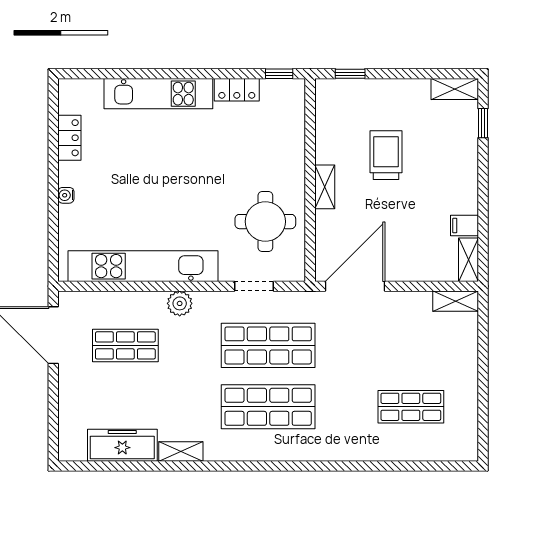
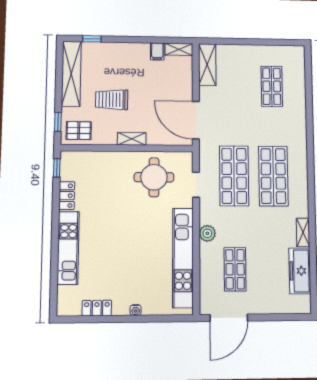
shelving: (455, 89) -> (71, 74), width x2.20, depth x1.33
pallet: (337, 106) -> (79, 131), added
shelving: (456, 301) -> (207, 65), width x1.50, depth x1.33

